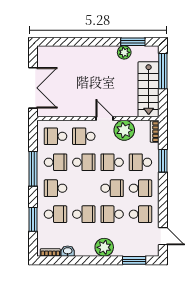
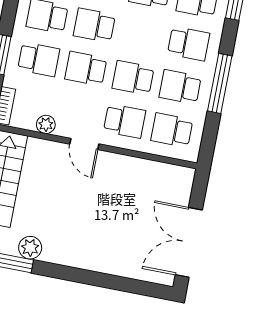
double door: (33, 88) -> (189, 242), moved
plant: (124, 130) -> (46, 124), width x0.53, depth x0.53
school desk: (55, 136) -> (172, 130), turned 180
school desk: (112, 162) -> (86, 69), turned 180

